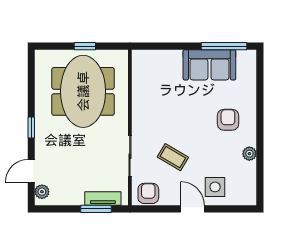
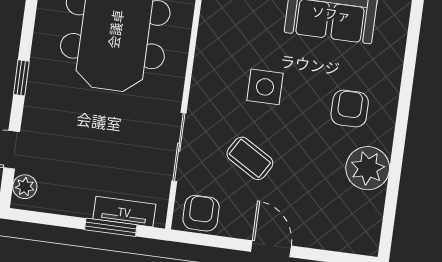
plant: (249, 154) -> (368, 168), width x1.88, depth x1.88
side table: (215, 187) -> (265, 87), moved

